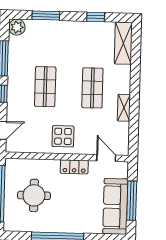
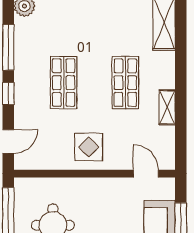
locker: (74, 167) -> (104, 186), removed

